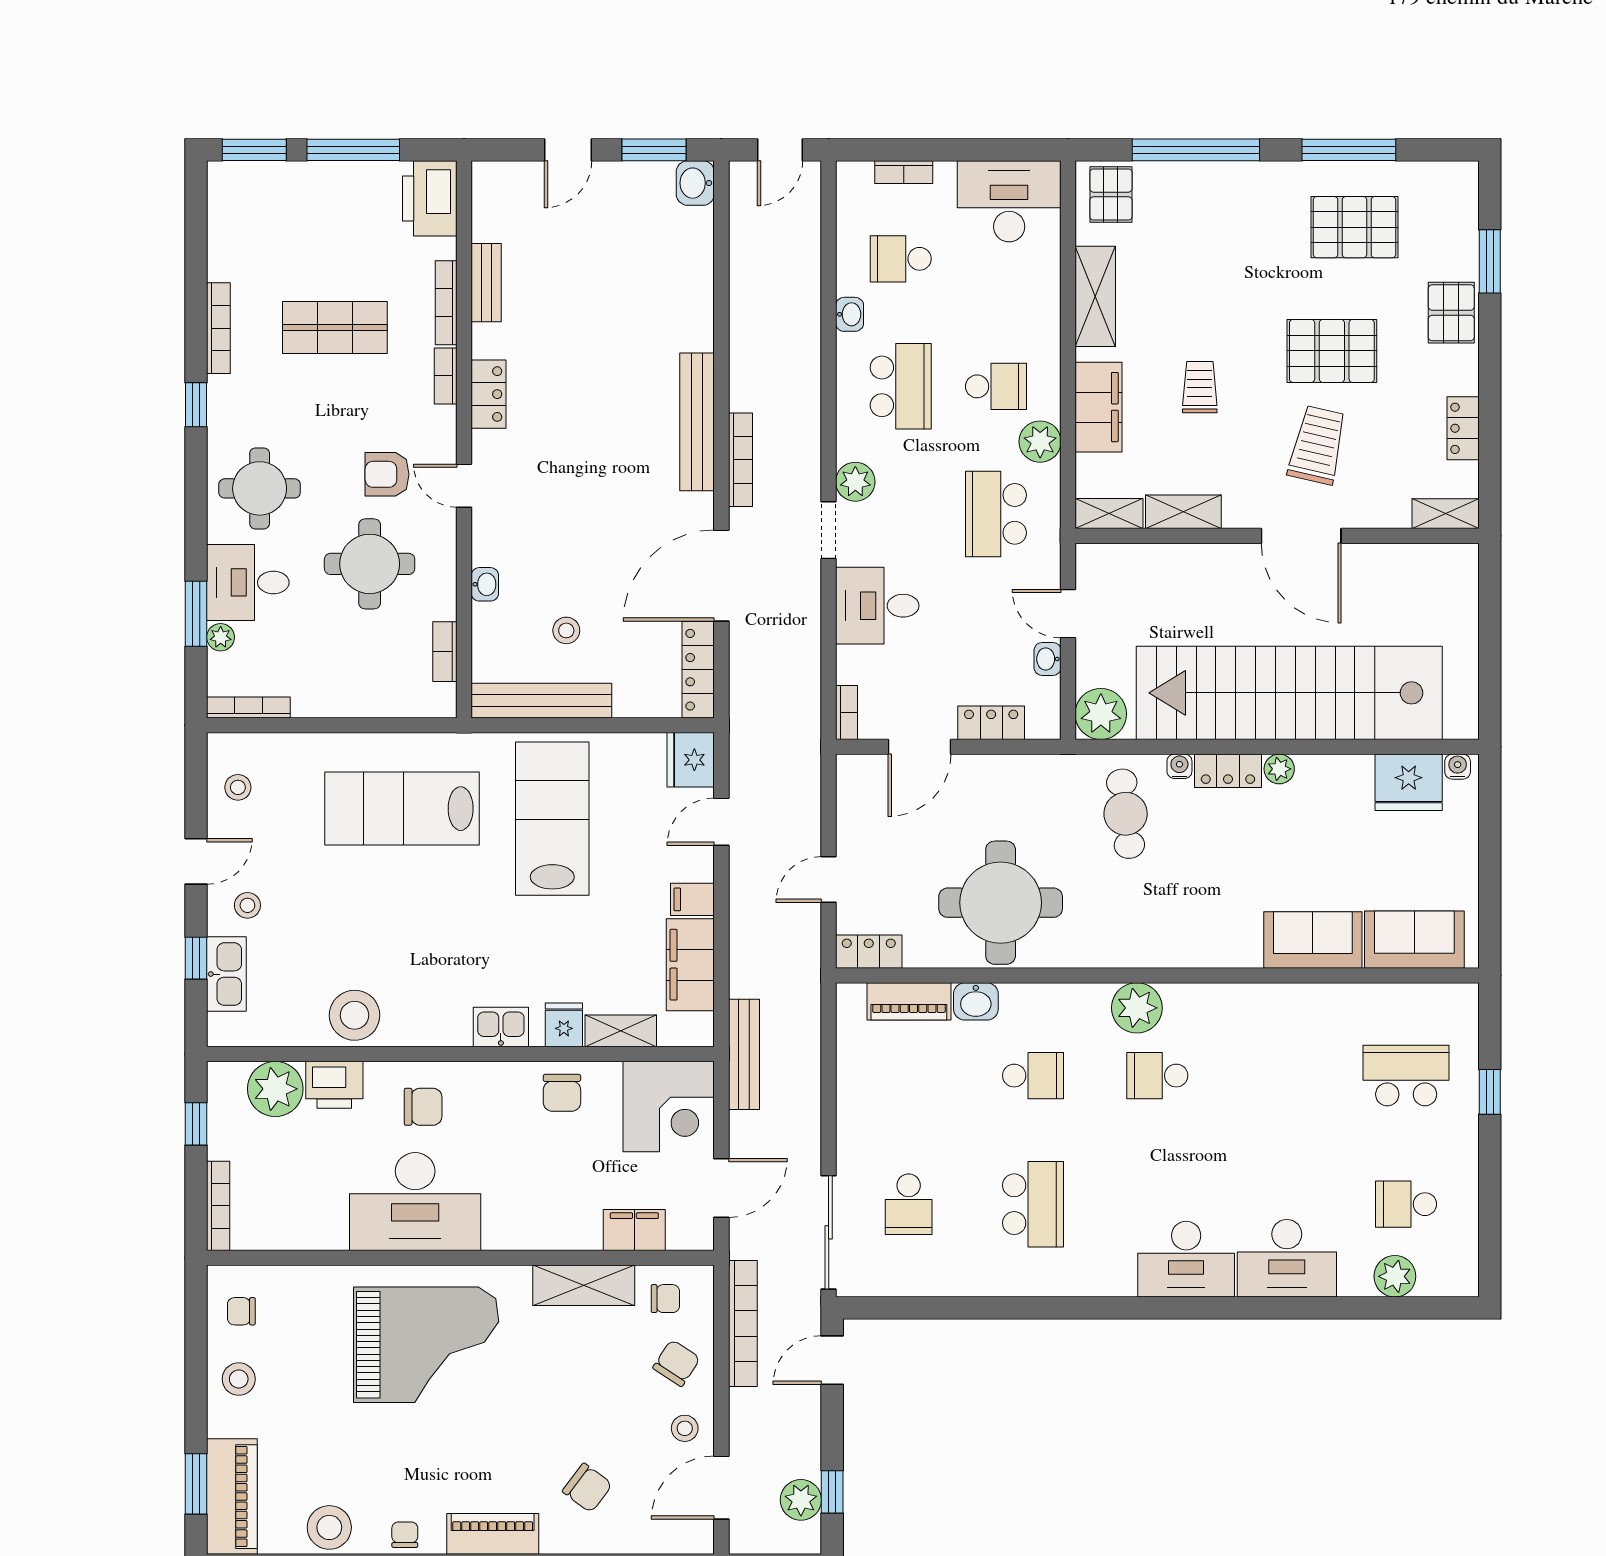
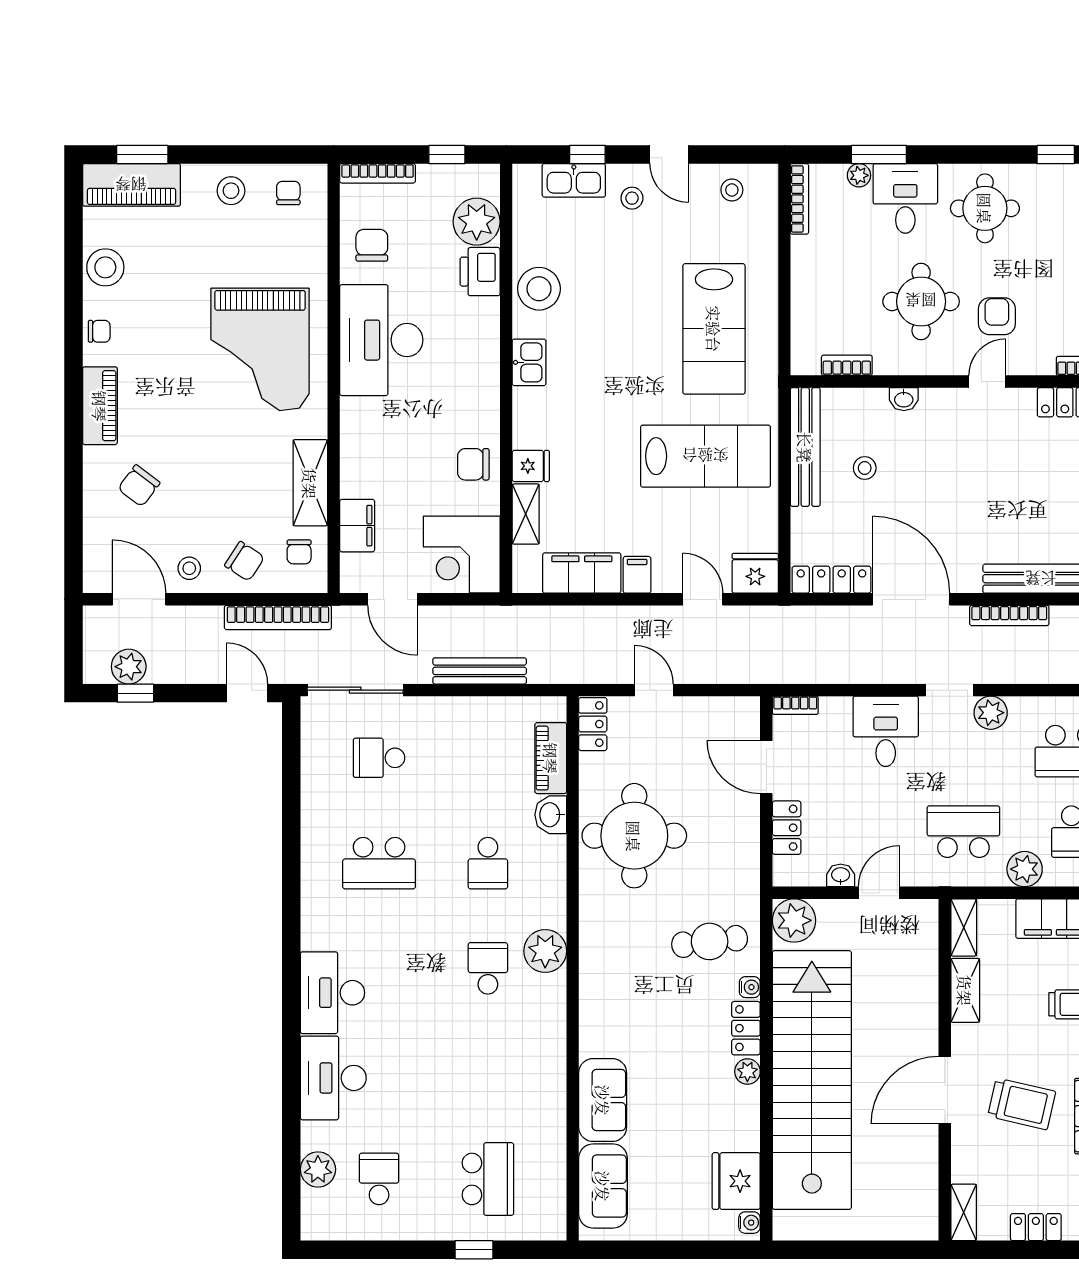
lab bench: (402, 809) -> (714, 329), turned 180
kitchen sink: (501, 1027) -> (529, 362), moved
bench: (744, 1054) -> (480, 671), moved
chair: (423, 1107) -> (372, 245), moved, turned 180

